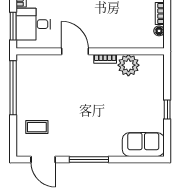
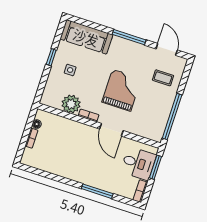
grand piano: (78, 99) -> (122, 90), added
side table: (142, 102) -> (70, 70), added
sofa: (143, 144) -> (86, 37), width x1.36

